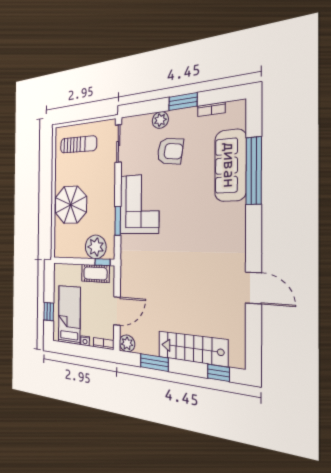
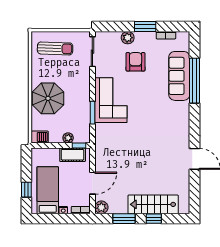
armchair: (170, 151) -> (136, 62), turned -98
plant: (96, 247) -> (68, 138), width x0.53, depth x0.53
barbecue: (62, 251) -> (40, 137), added
window: (218, 373) -> (154, 219), moved

